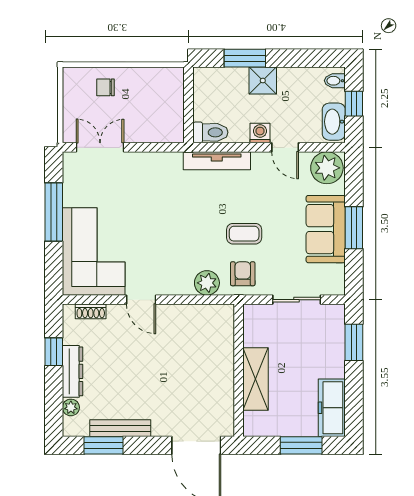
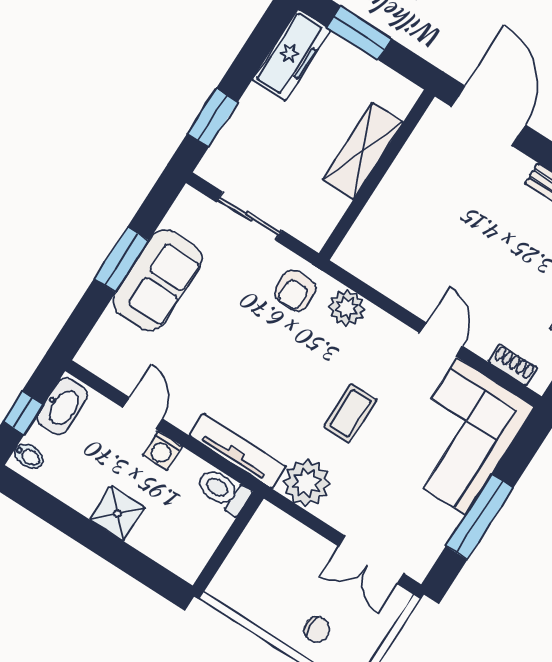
window: (245, 58) -> (122, 555), removed
plant: (327, 168) -> (307, 483), moved
coffee table: (244, 234) -> (350, 413), moved, turned 90

